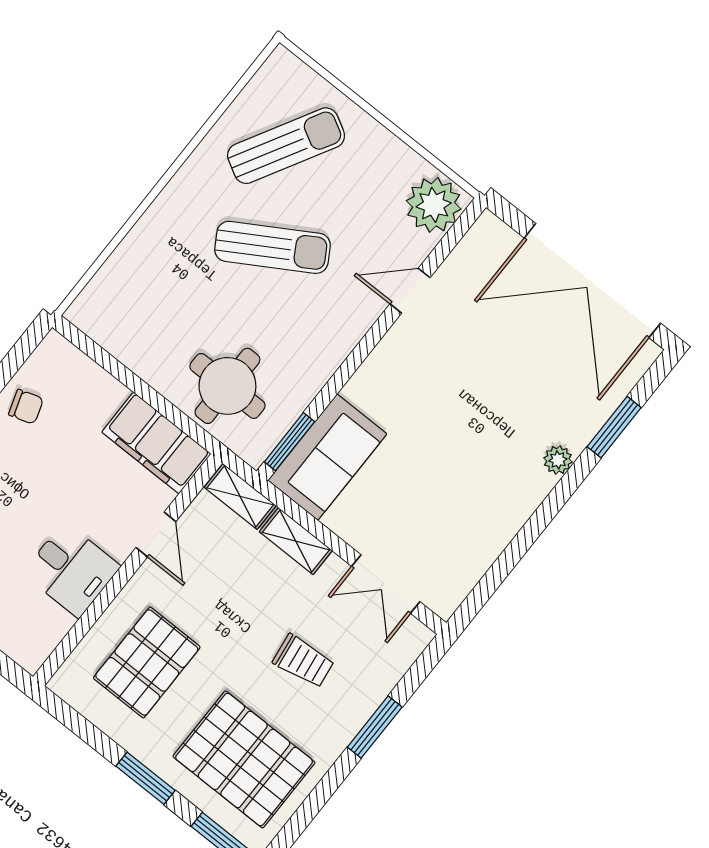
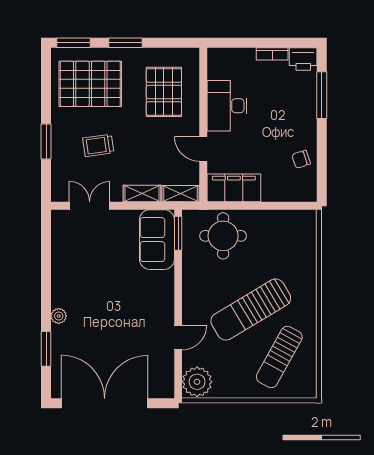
sun lounger: (272, 247) -> (251, 310), width x1.36, depth x1.34
desk: (71, 570) -> (227, 106), width x1.37

